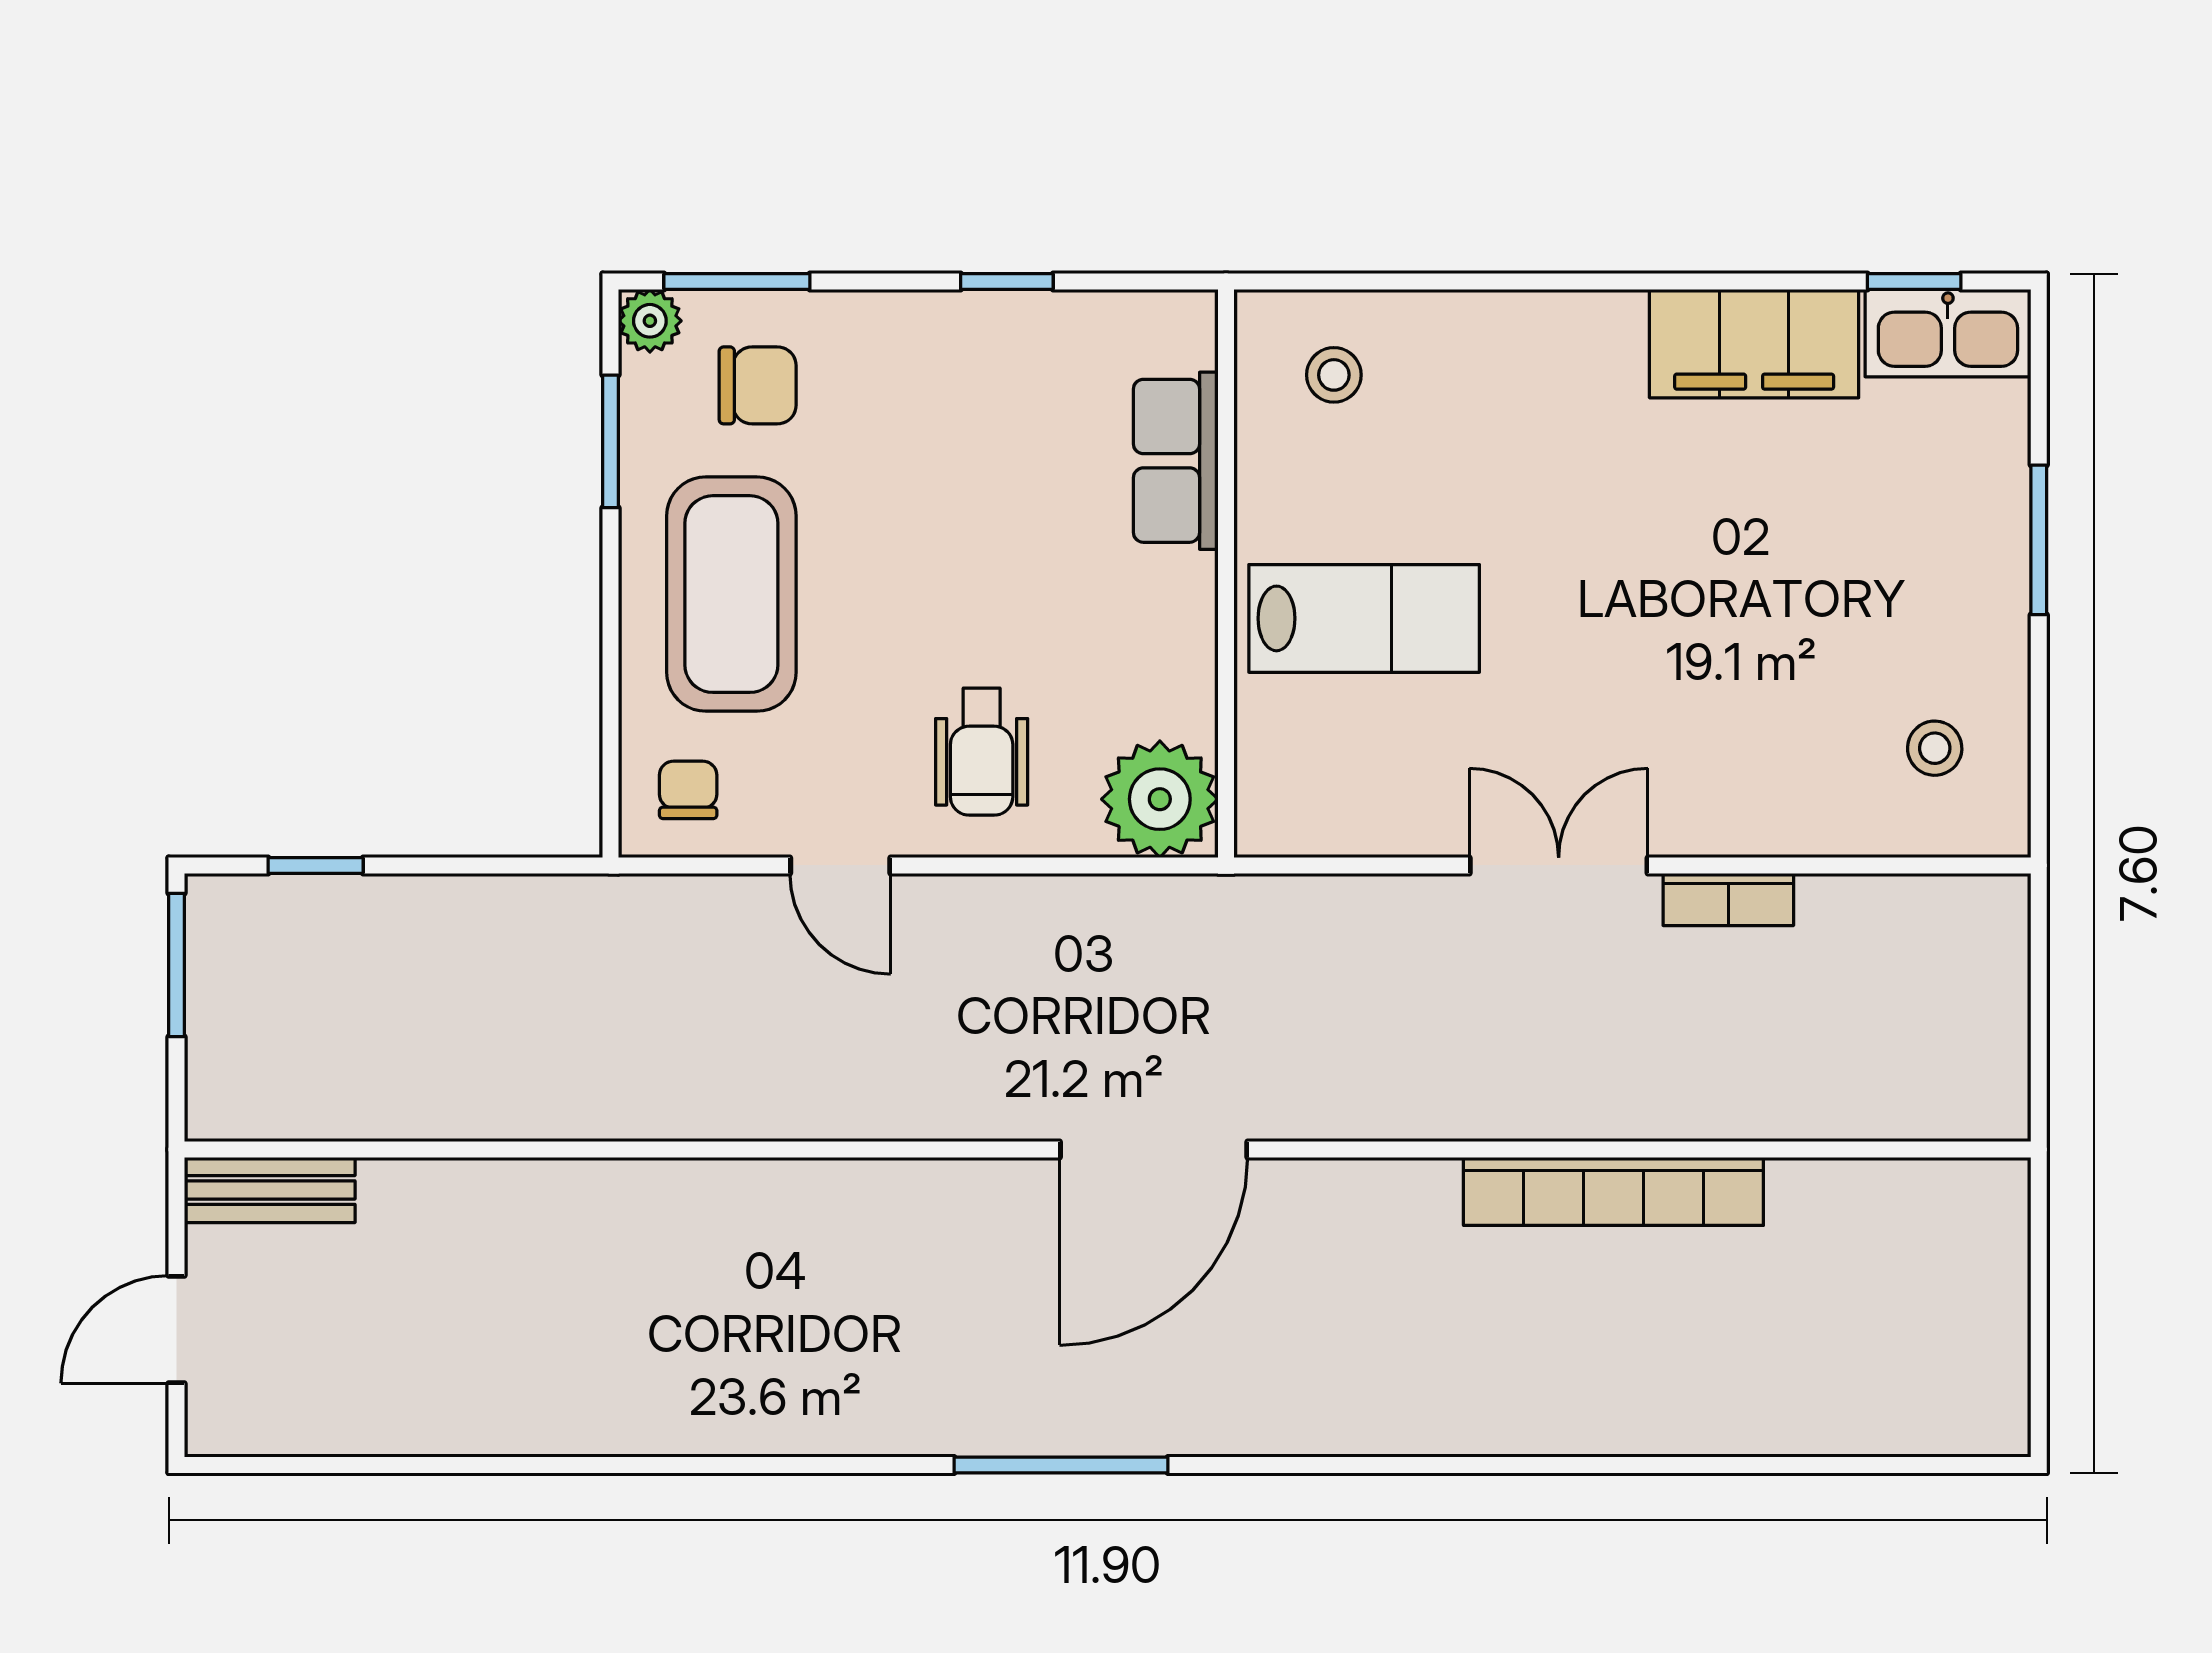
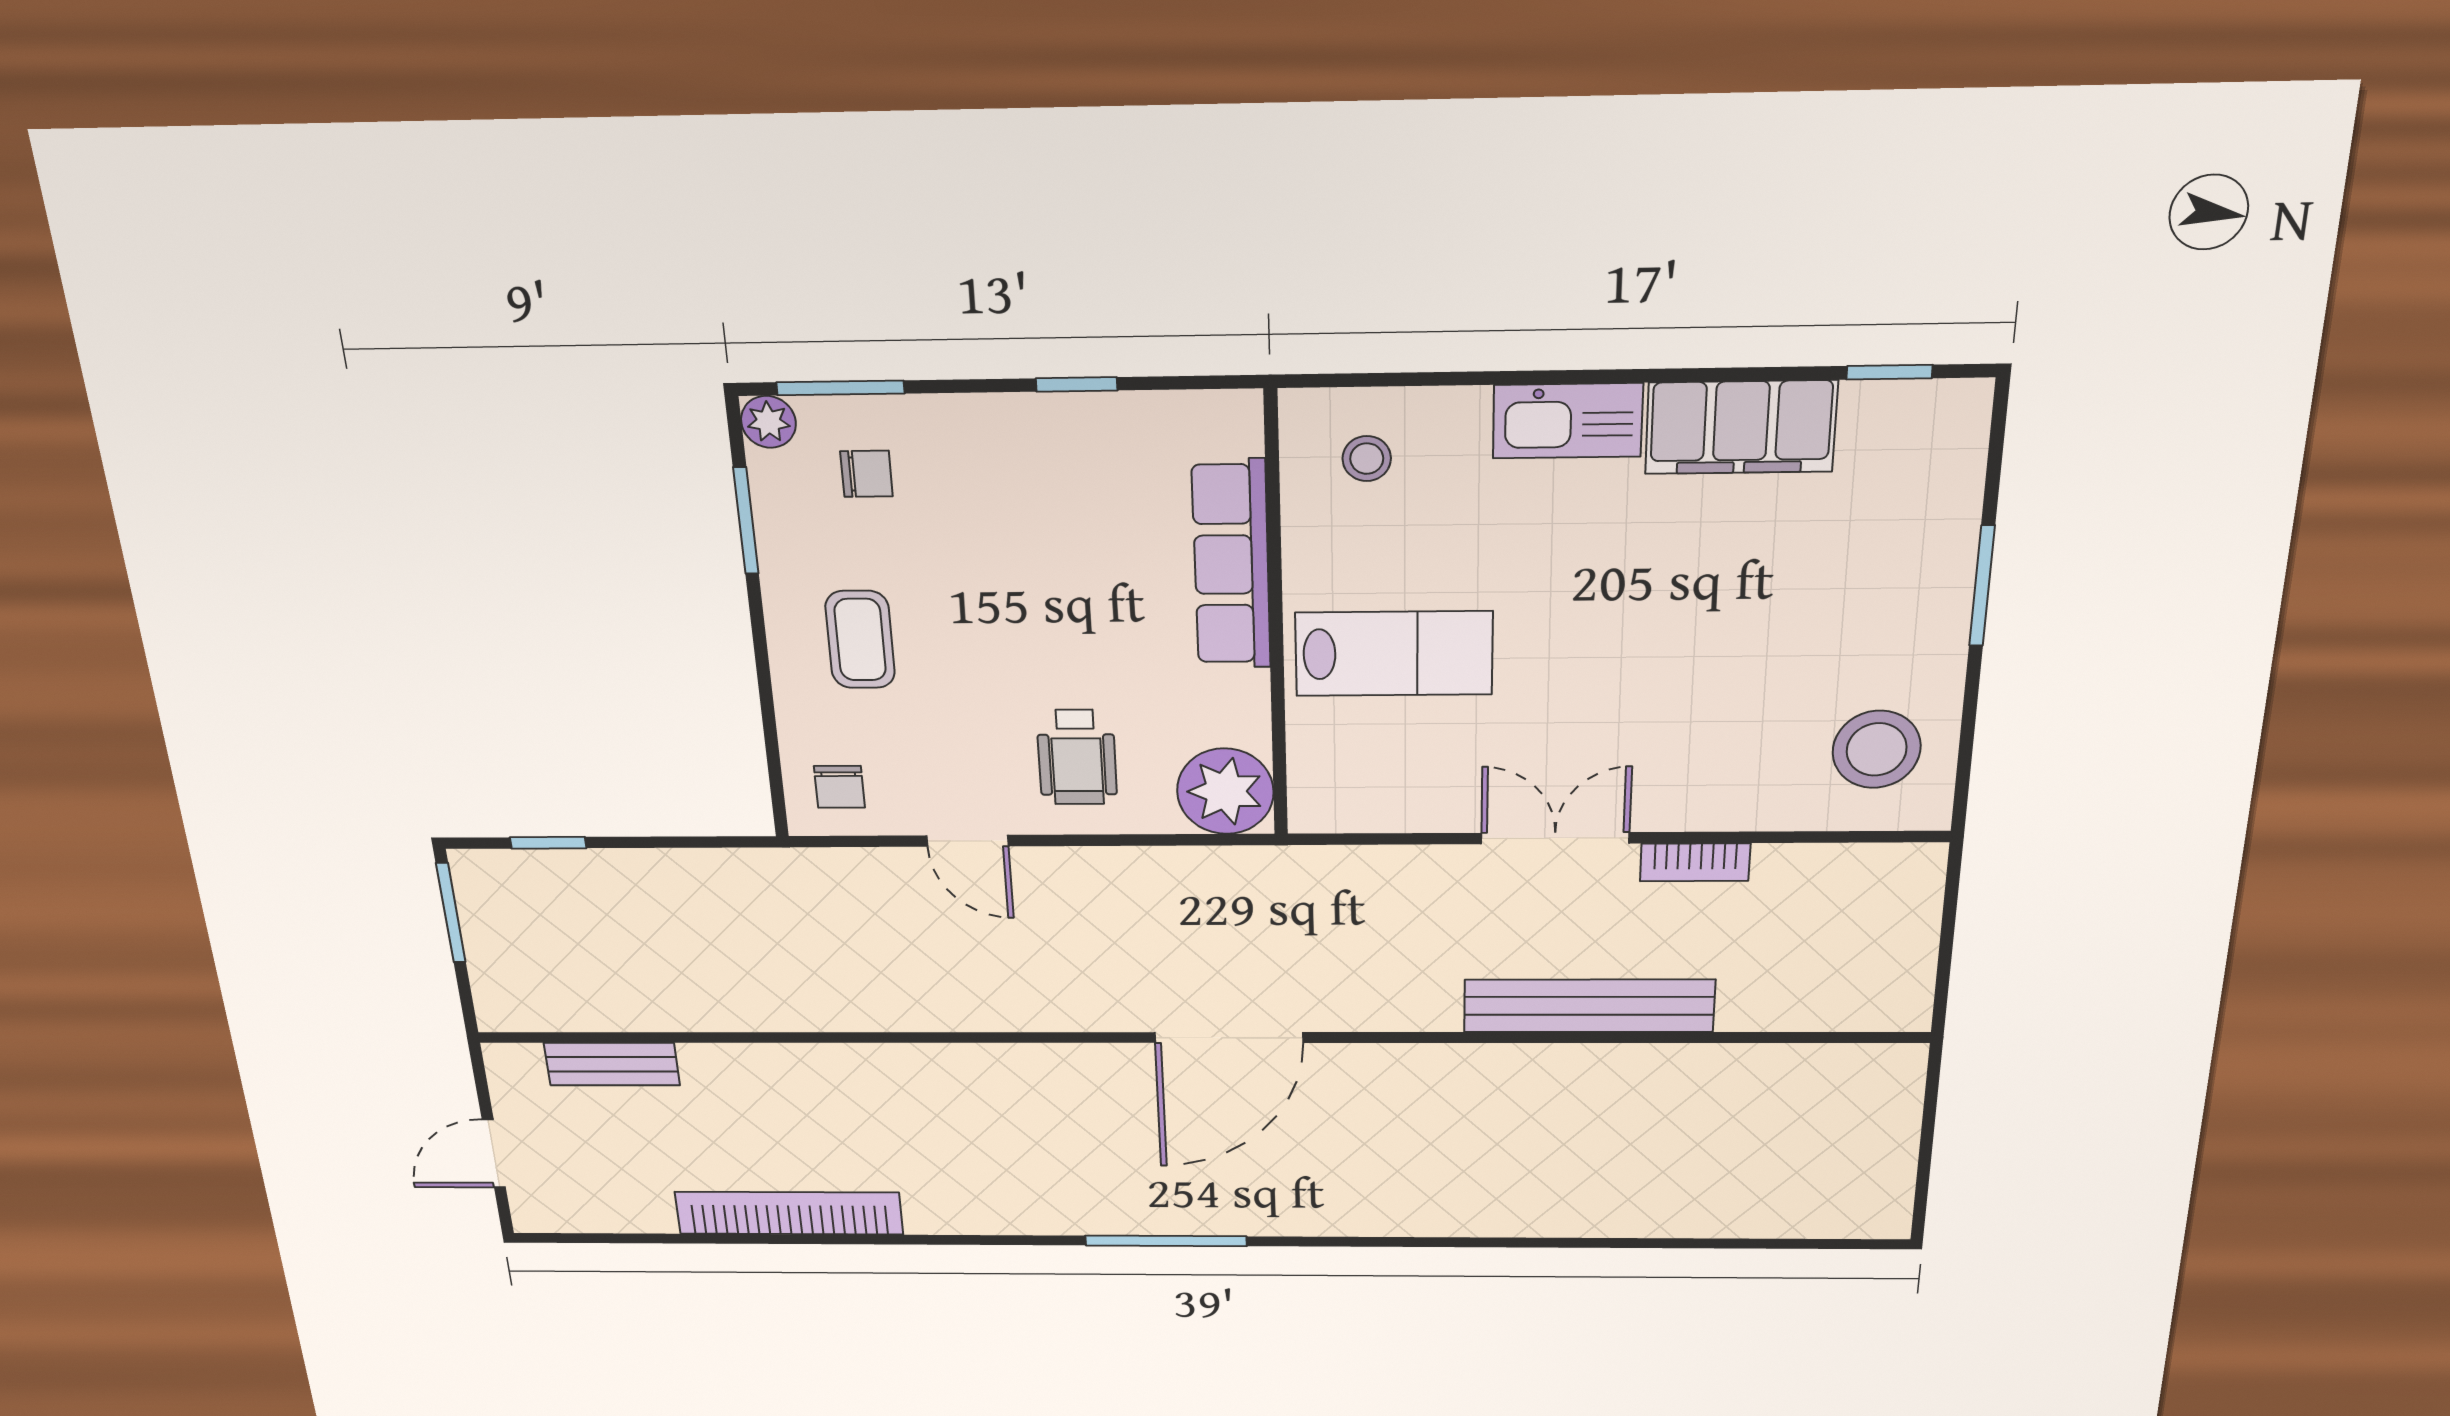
kitchen sink: (1948, 333) -> (1568, 421), moved
chair: (758, 385) -> (867, 474), width x0.73, depth x0.73
row of seats: (1176, 461) -> (1231, 565), width x1.48
coffee table: (731, 594) -> (860, 640), width x0.54, depth x0.58
stool: (1935, 748) -> (1877, 749), width x1.89, depth x1.89
chair: (688, 790) -> (839, 787), turned 180
bench: (1606, 1103) -> (1589, 1006), added
bench: (270, 1190) -> (612, 1064), moved
bookcase: (1613, 1191) -> (789, 1213), moved, turned 180

